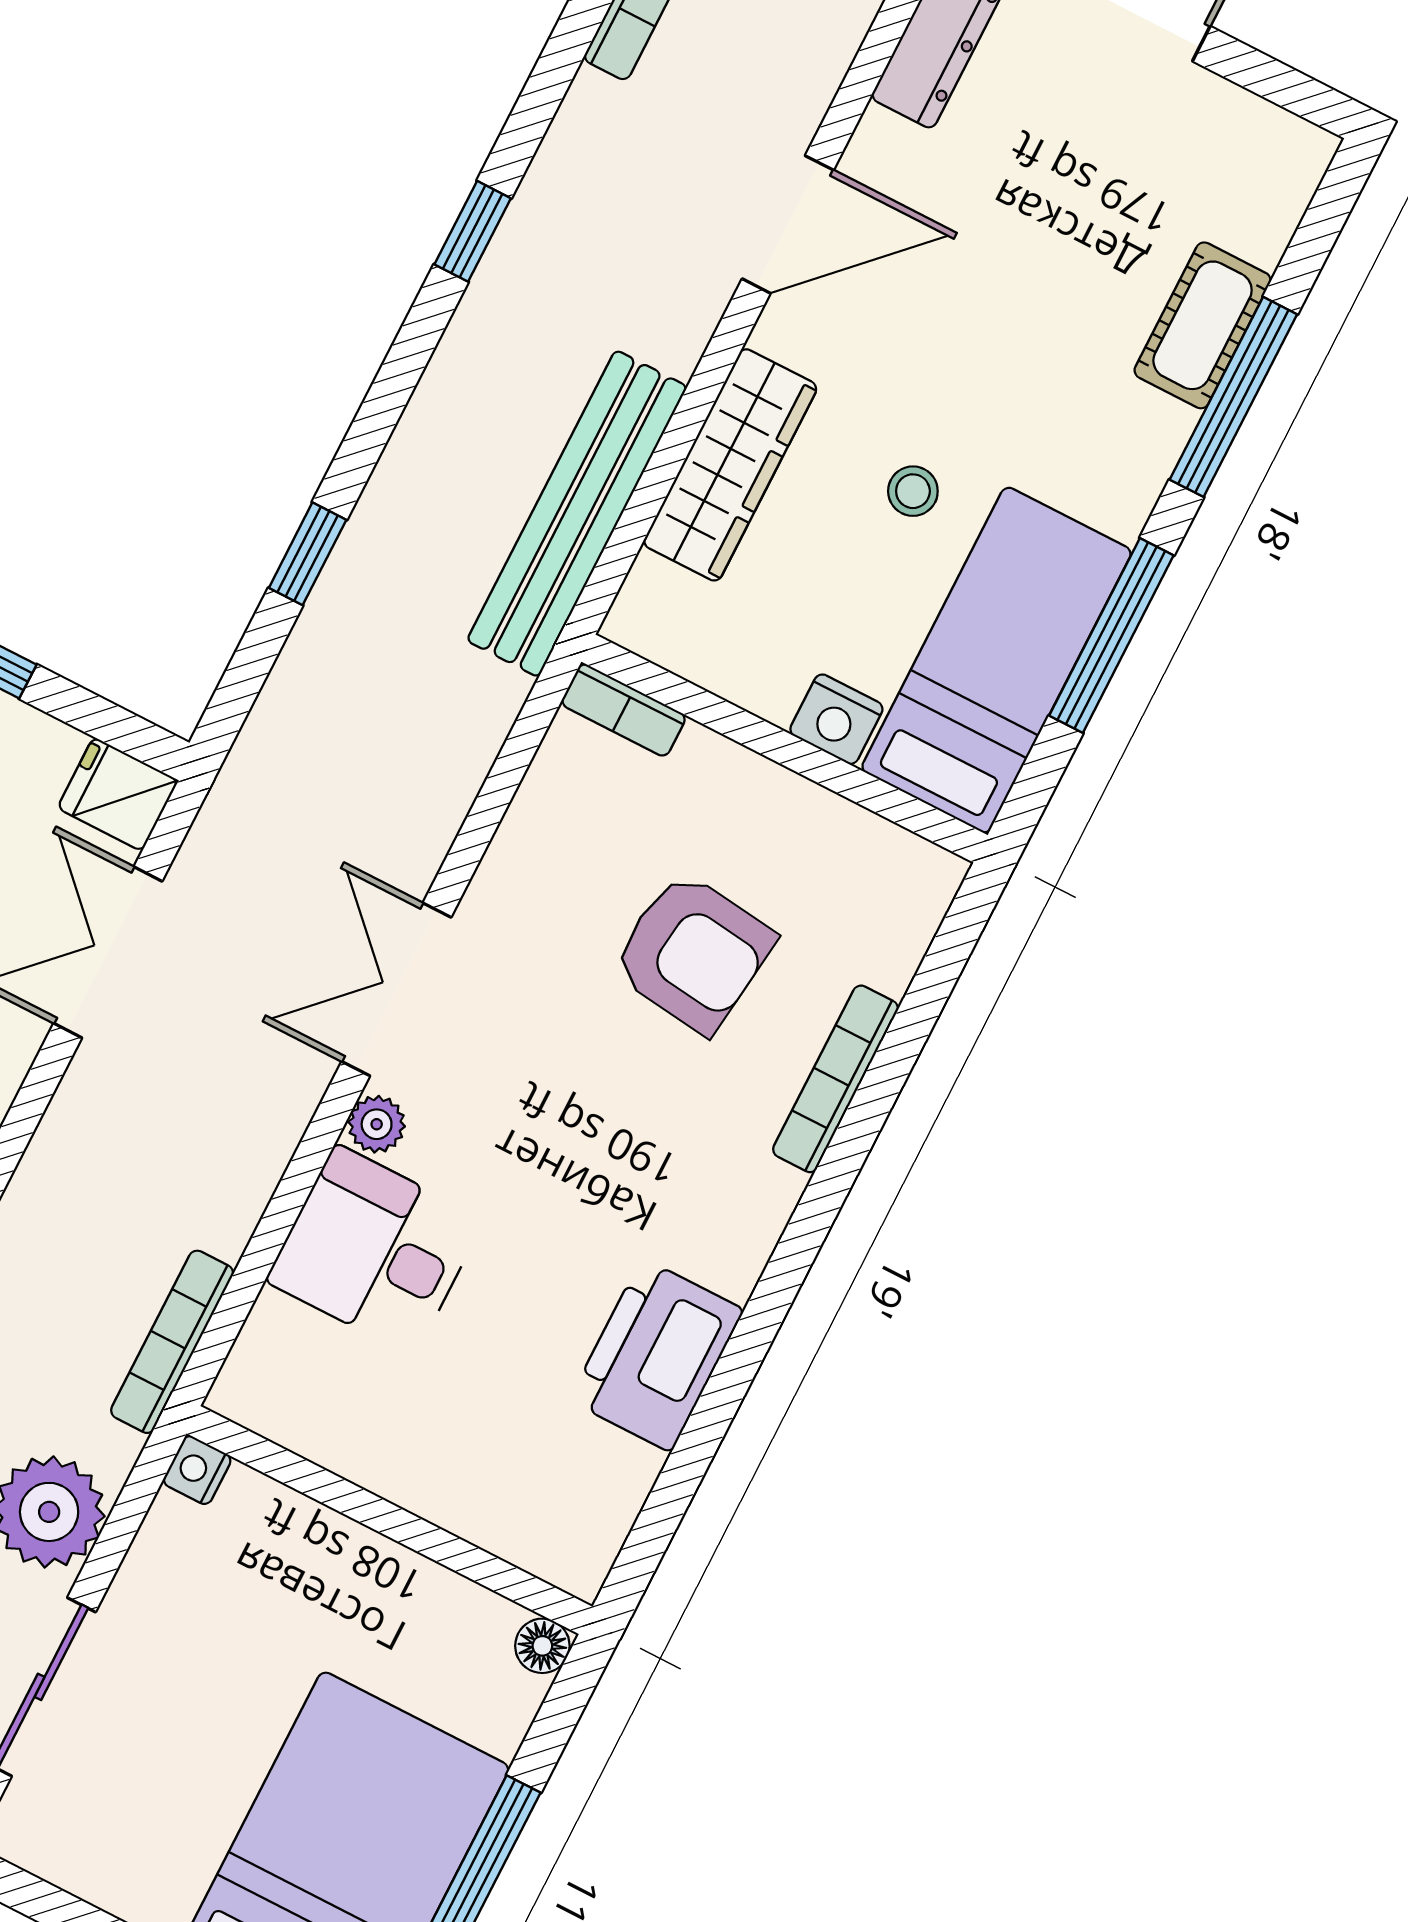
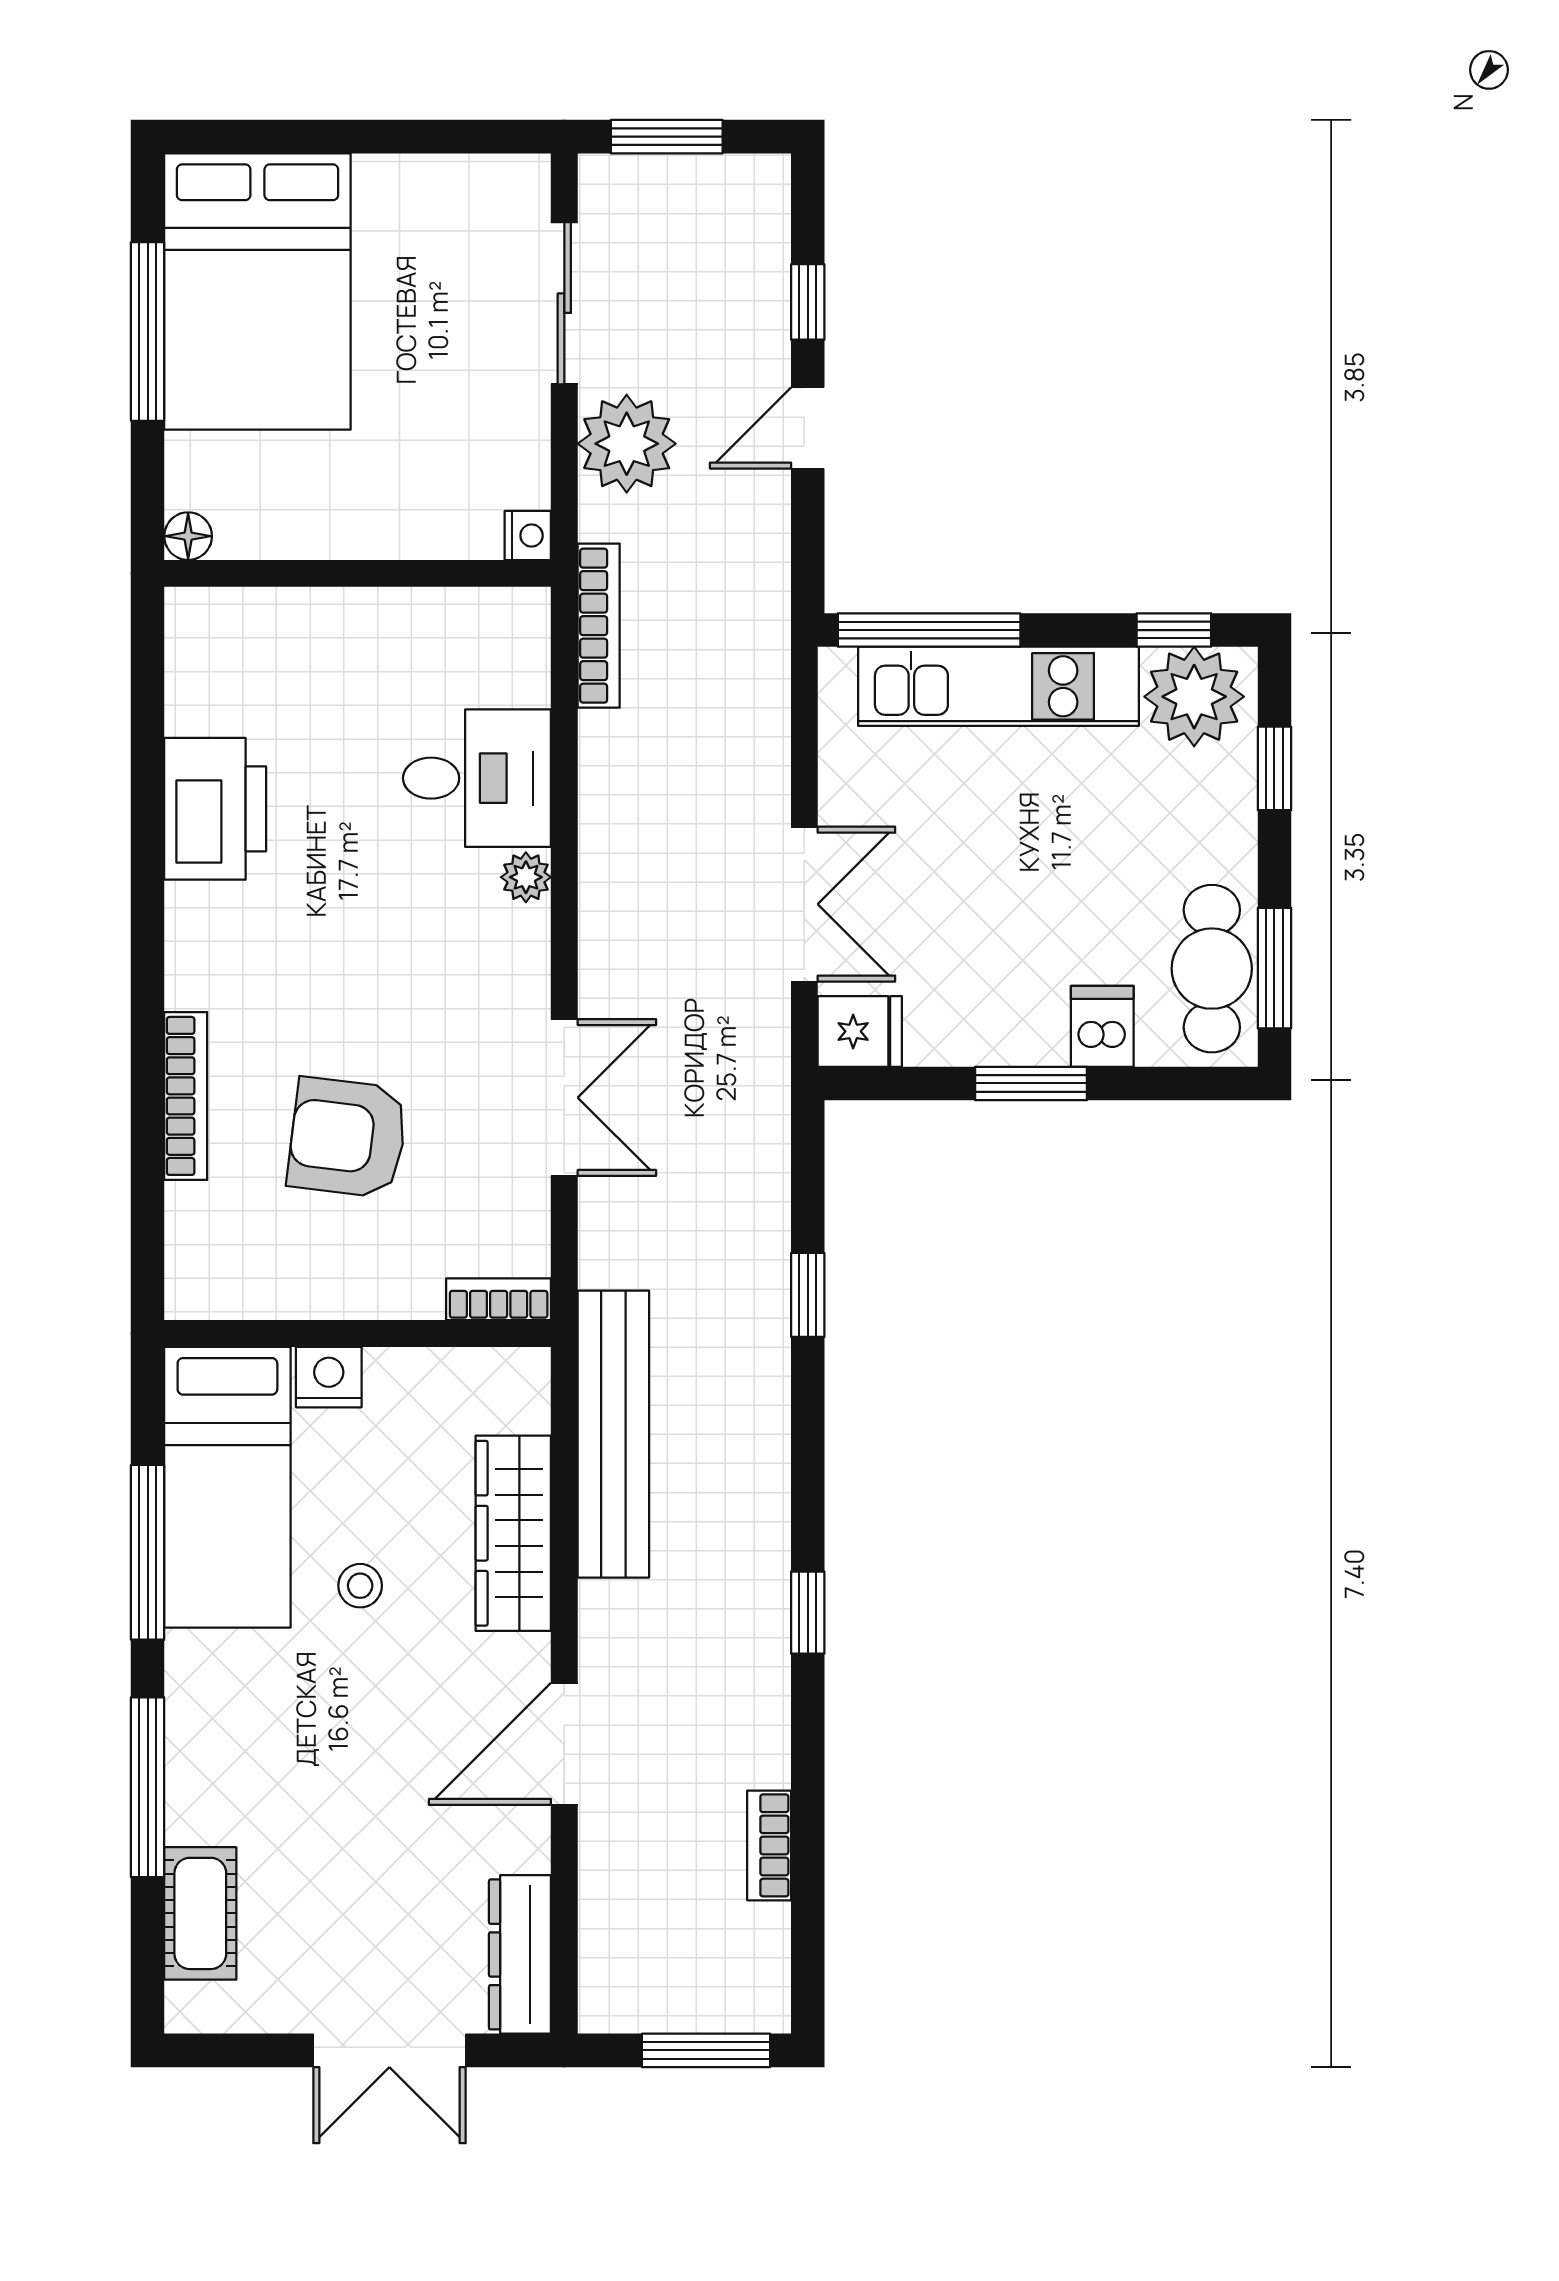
cot: (1203, 325) -> (200, 1913), moved
double door: (396, 989) -> (564, 1098), moved

